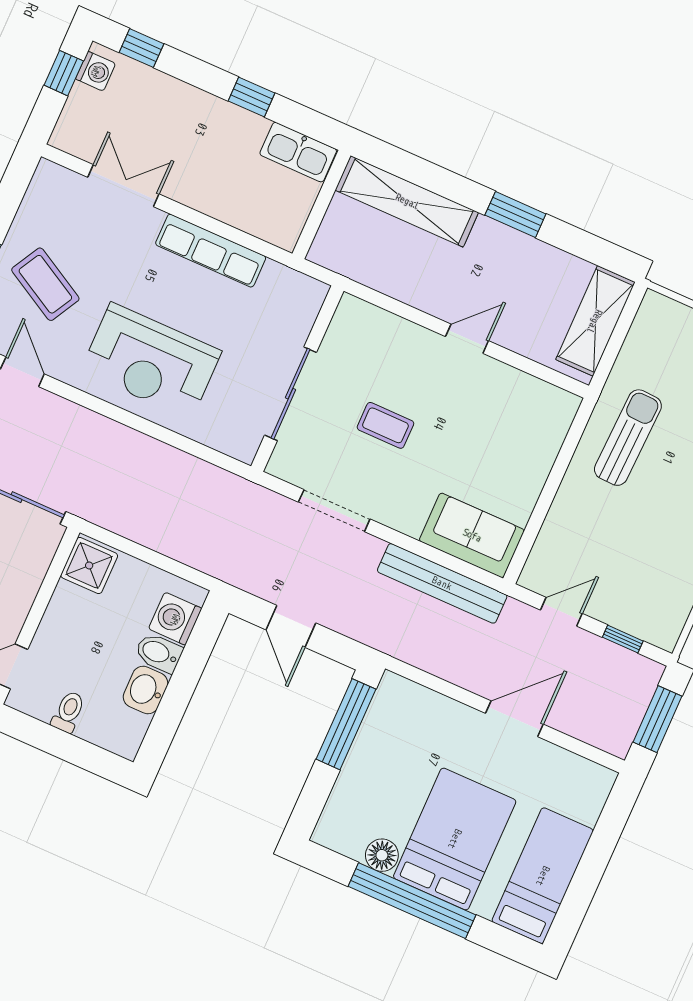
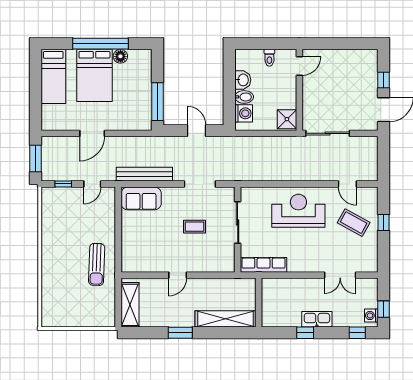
kitchen sink: (298, 152) -> (317, 319), moved
row of seats: (211, 251) -> (264, 265), moved

